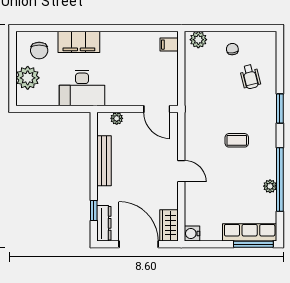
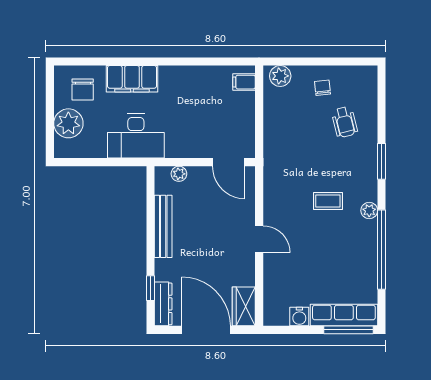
plant: (270, 186) -> (369, 211), moved
water cooler: (192, 234) -> (299, 317), moved, turned -90

